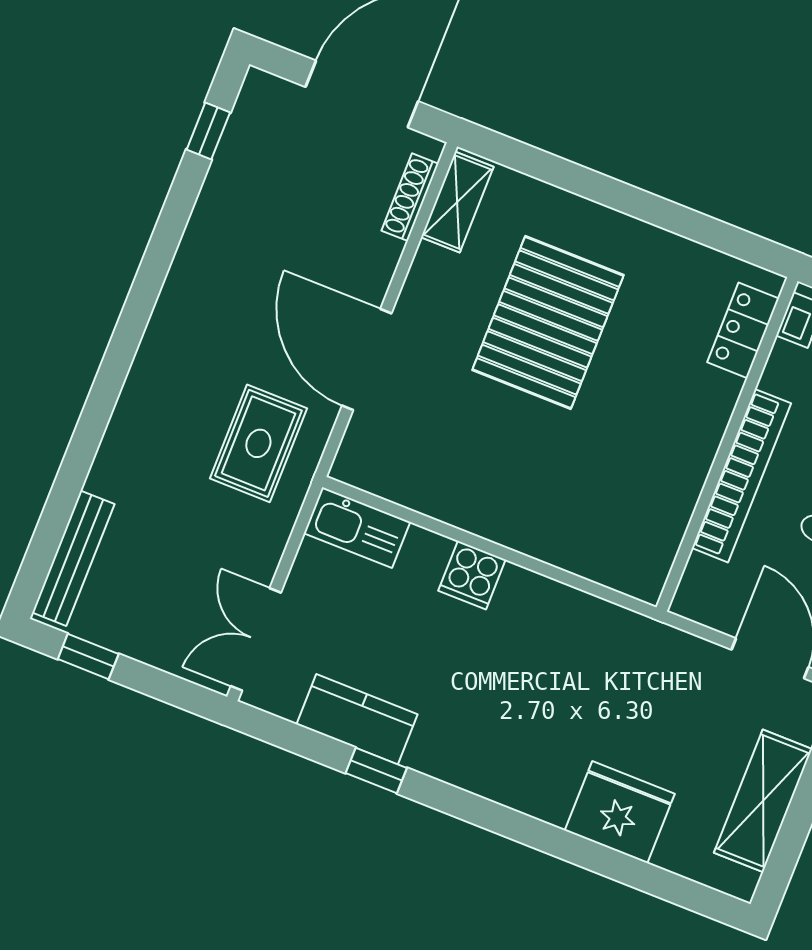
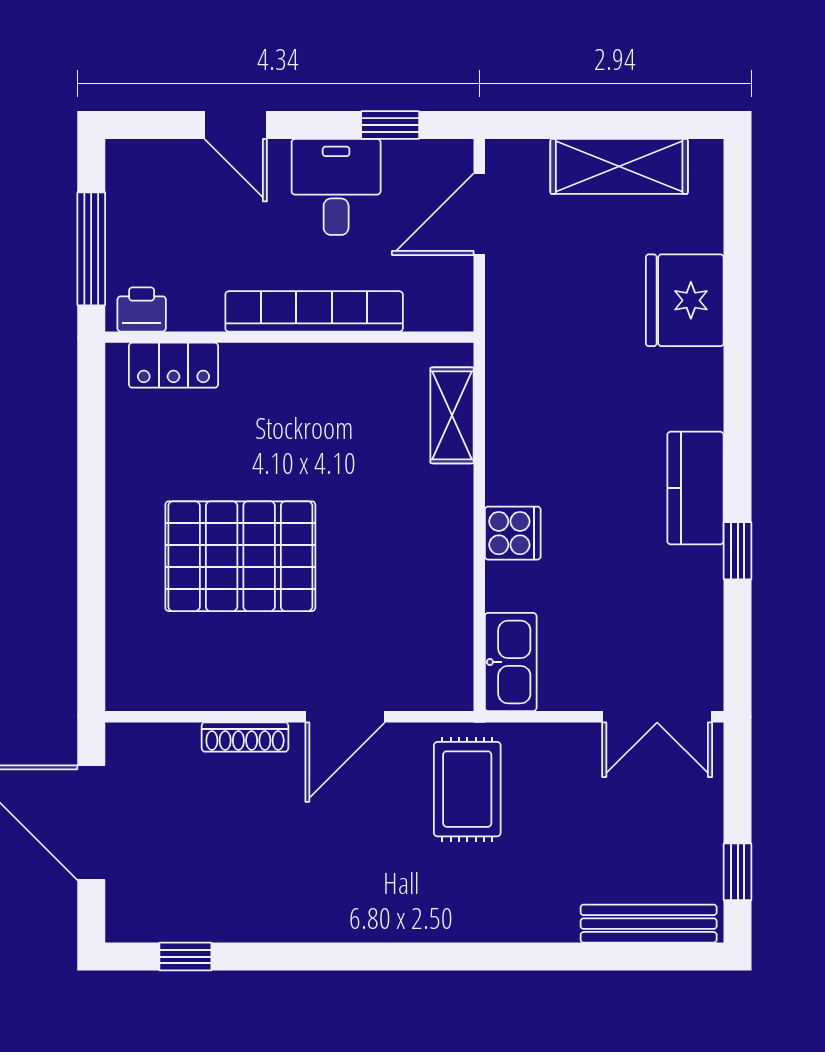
shoe rack: (410, 197) -> (245, 737), moved
shelving: (457, 202) -> (452, 415), moved, turned 90
door: (367, 359) -> (345, 717), width x0.73
rug: (258, 443) -> (467, 789), turned 90
kitchen counter: (357, 719) -> (695, 488), moved

